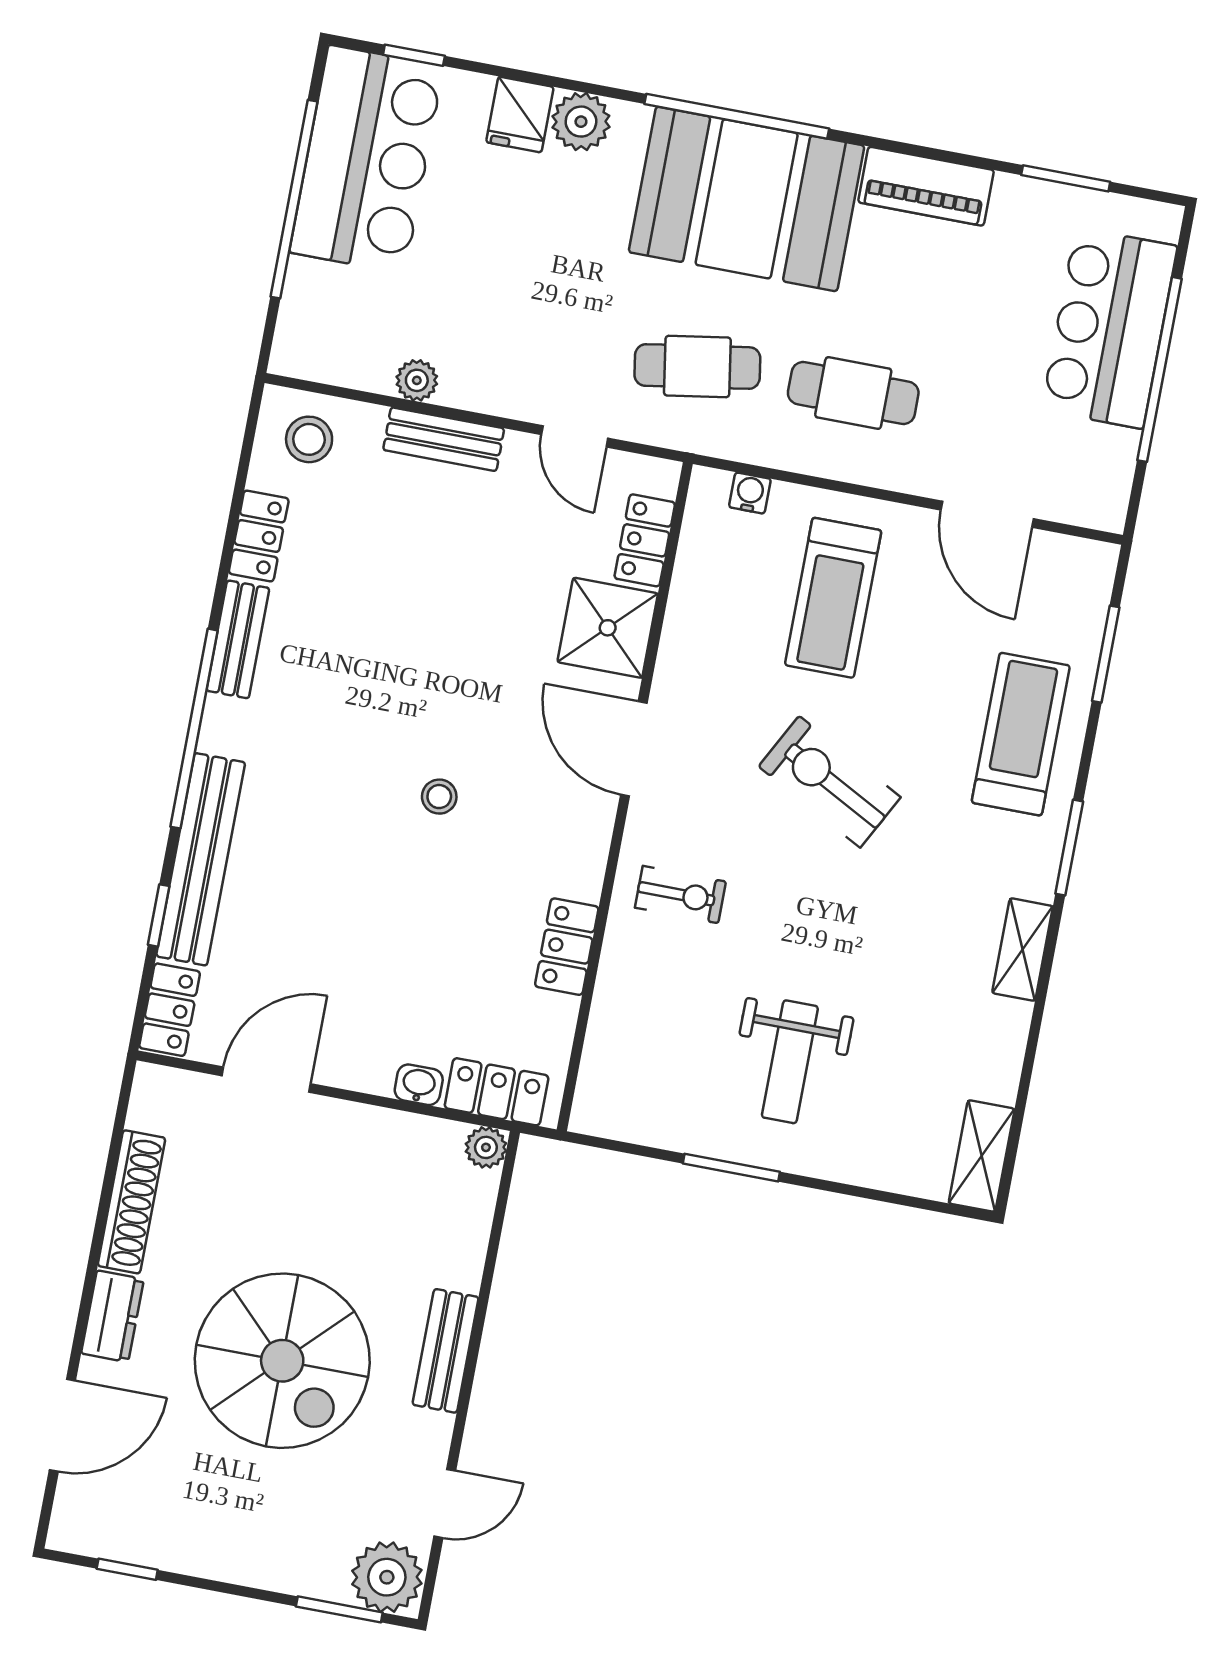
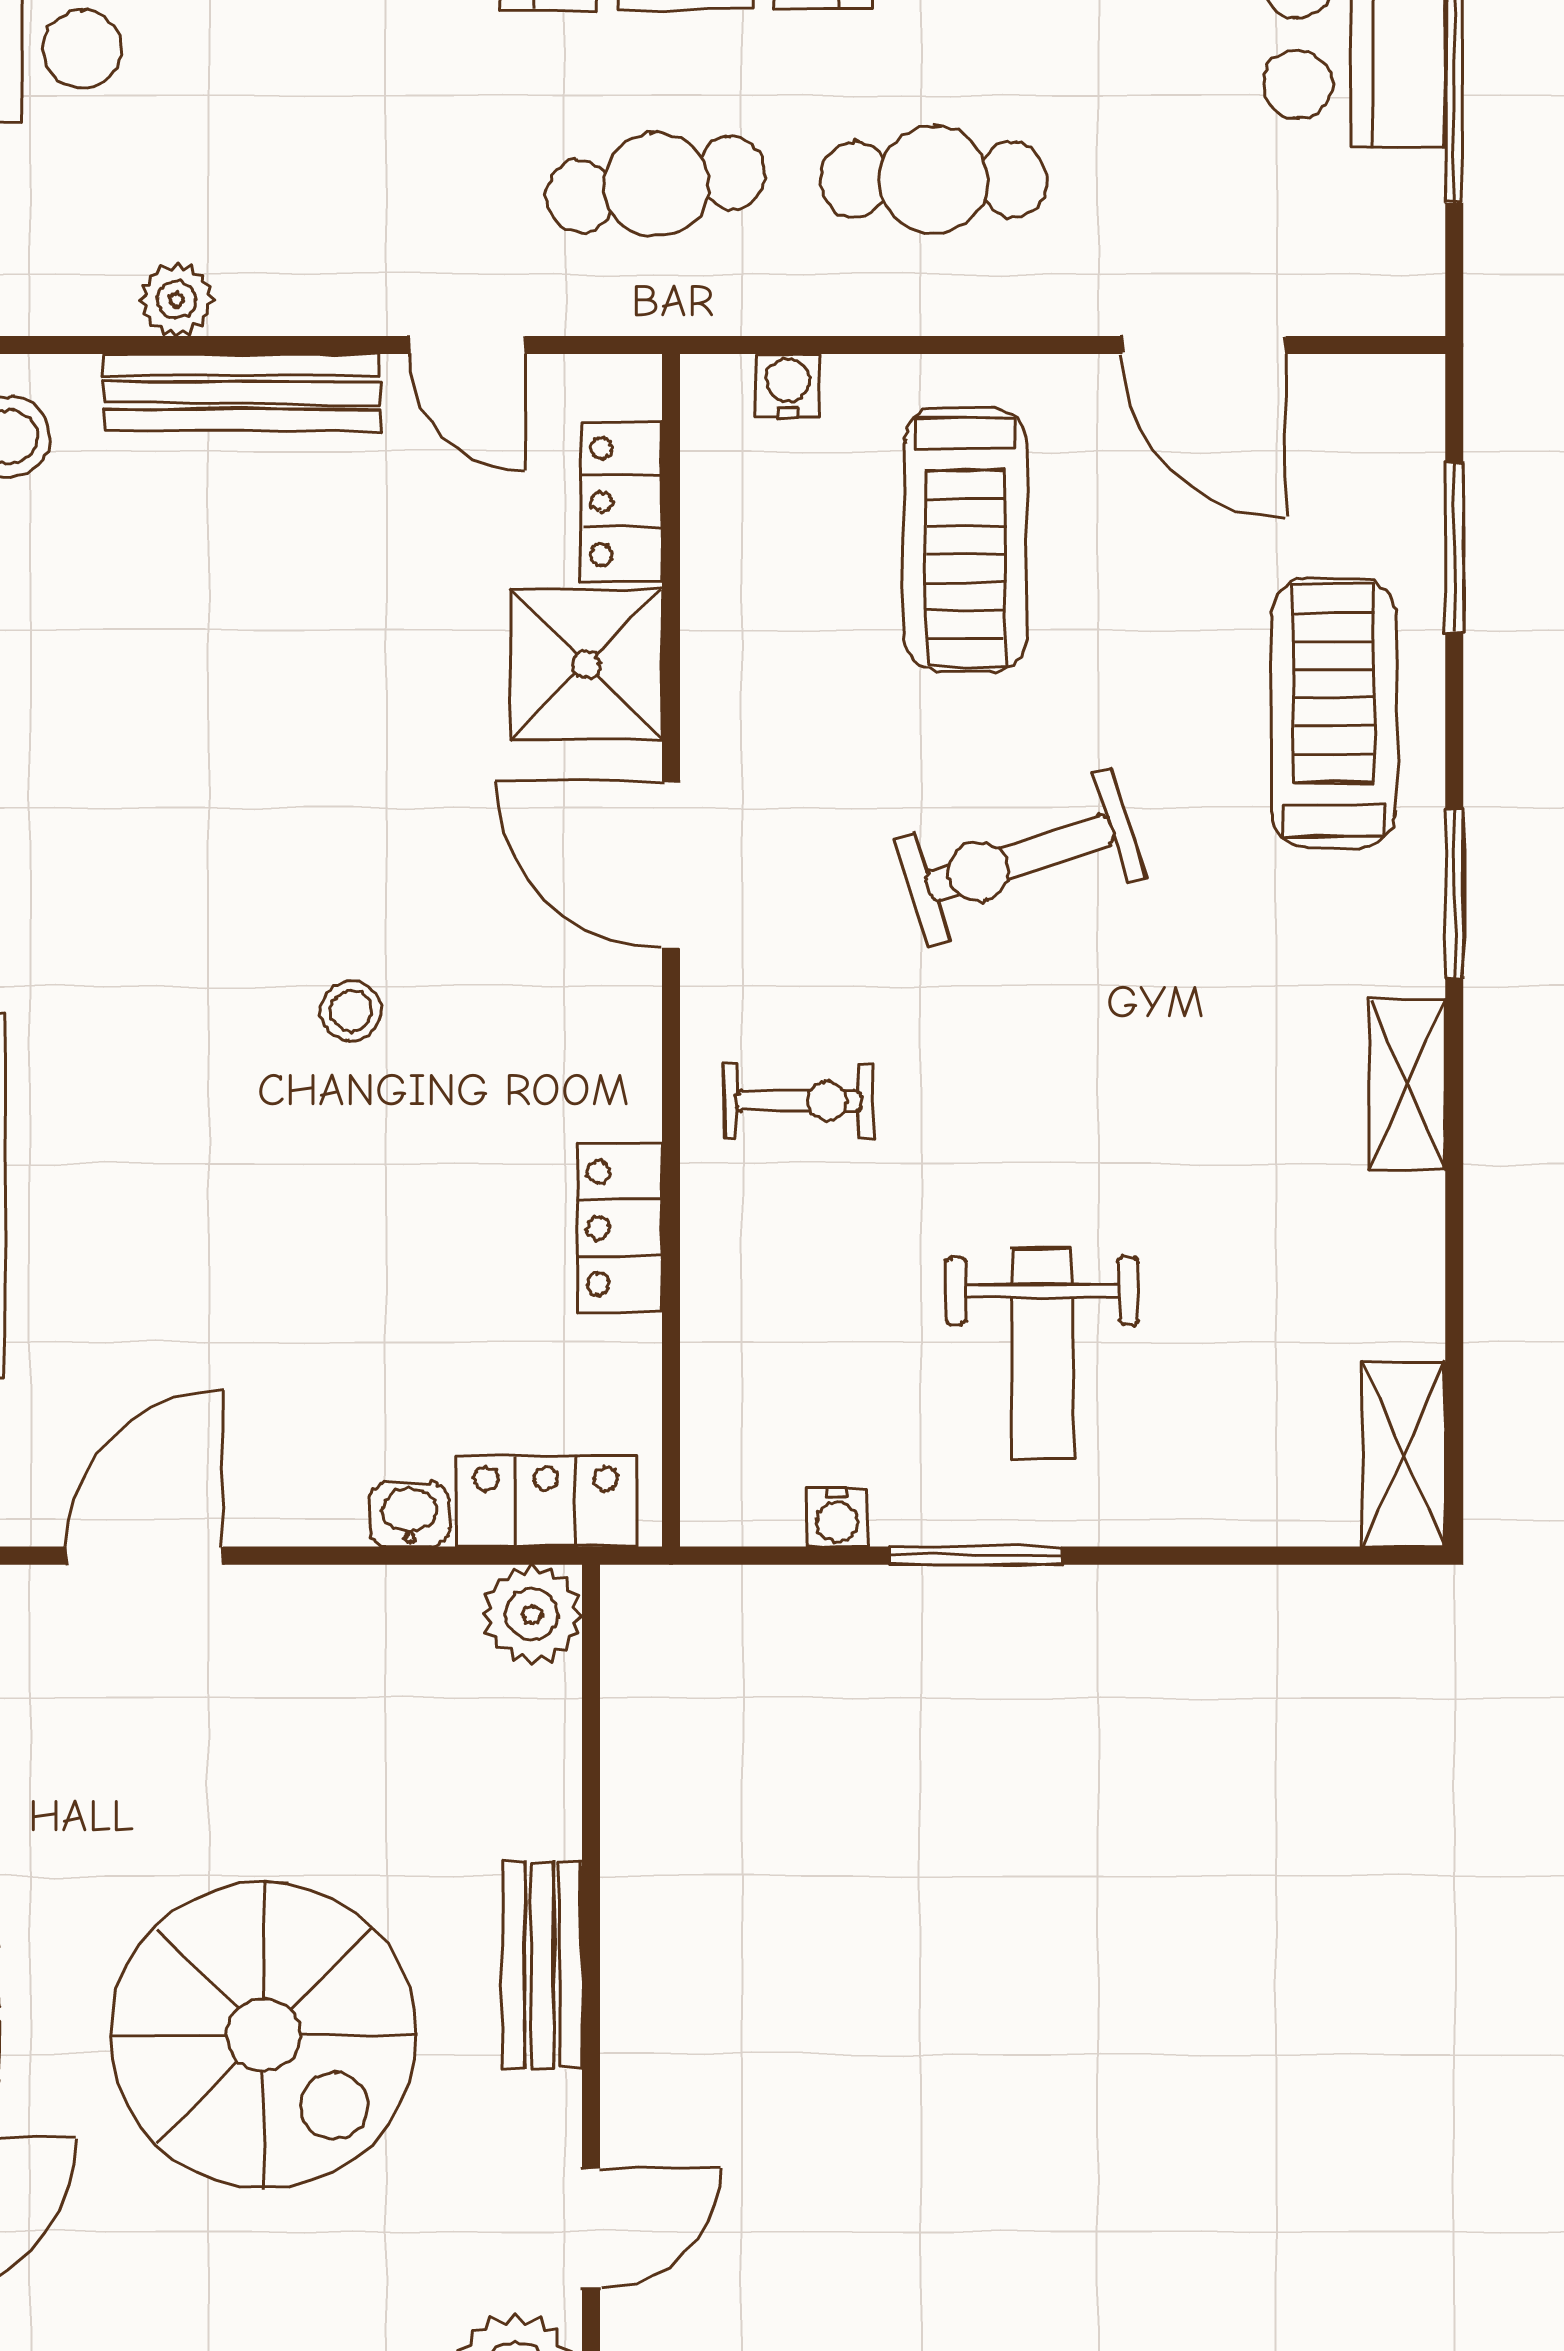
bench: (444, 439) -> (242, 393), width x1.36
exercise bike: (830, 782) -> (1020, 858), turned -46
water cooler: (658, 1131) -> (837, 1517), added
plant: (486, 1147) -> (532, 1614), width x1.38, depth x1.38

